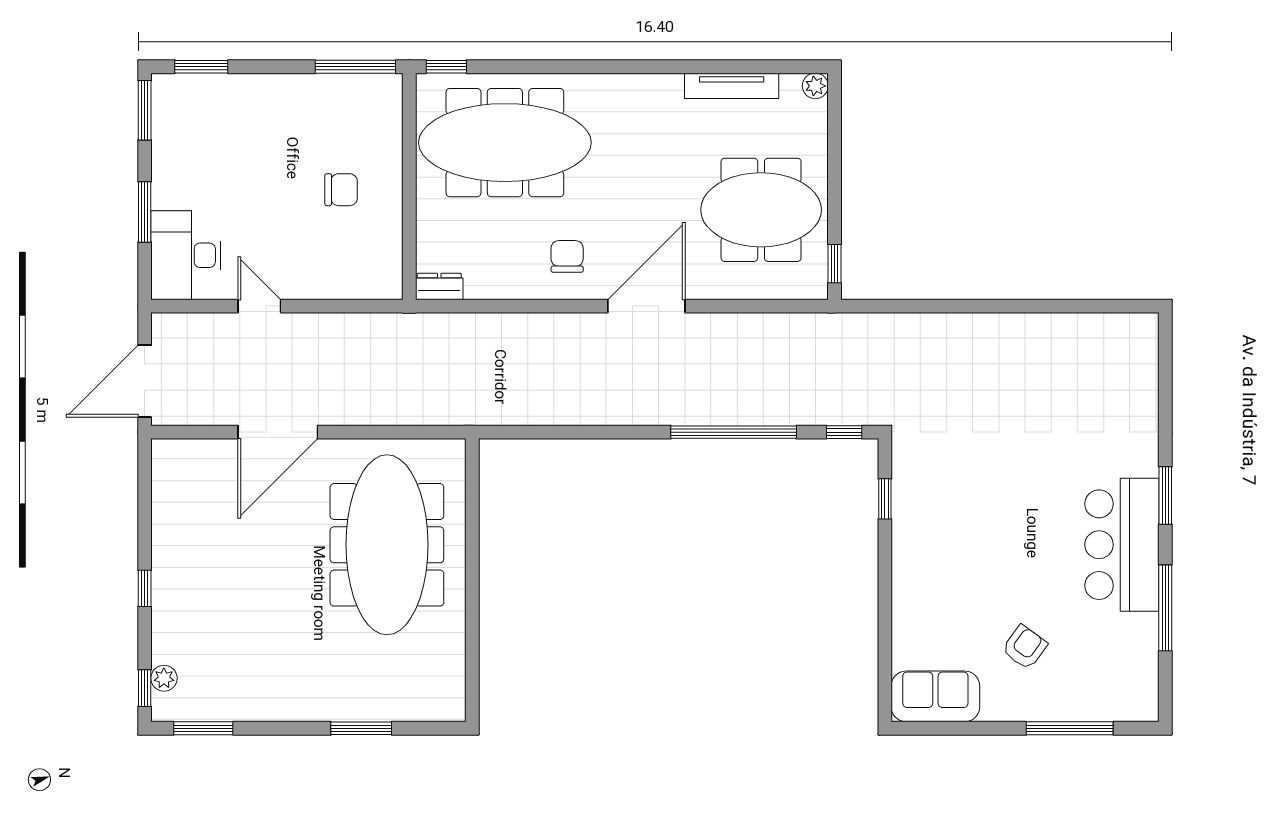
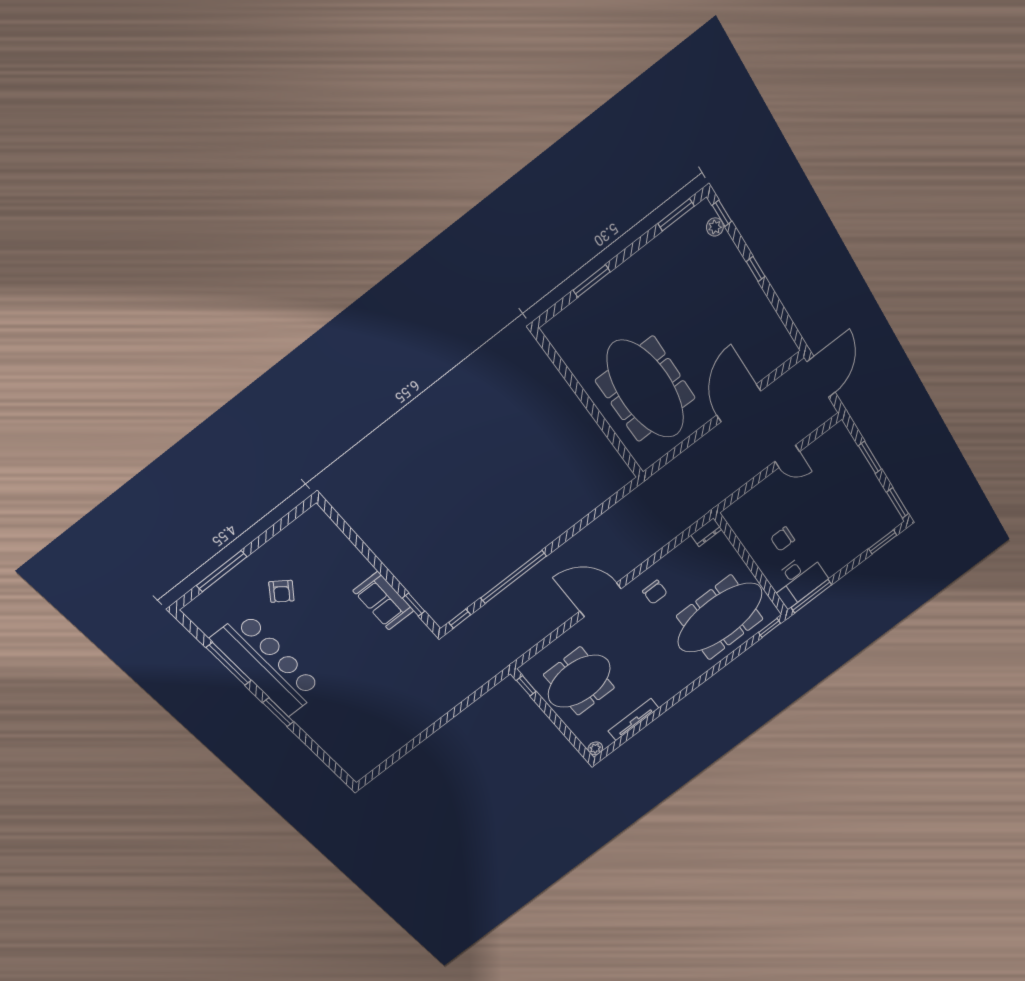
desk: (186, 255) -> (798, 580), moved, turned 90
door: (646, 306) -> (601, 600), swing flipped
bar counter: (1122, 545) -> (267, 664), width x1.36
sofa: (935, 696) -> (383, 601), moved, turned 90

